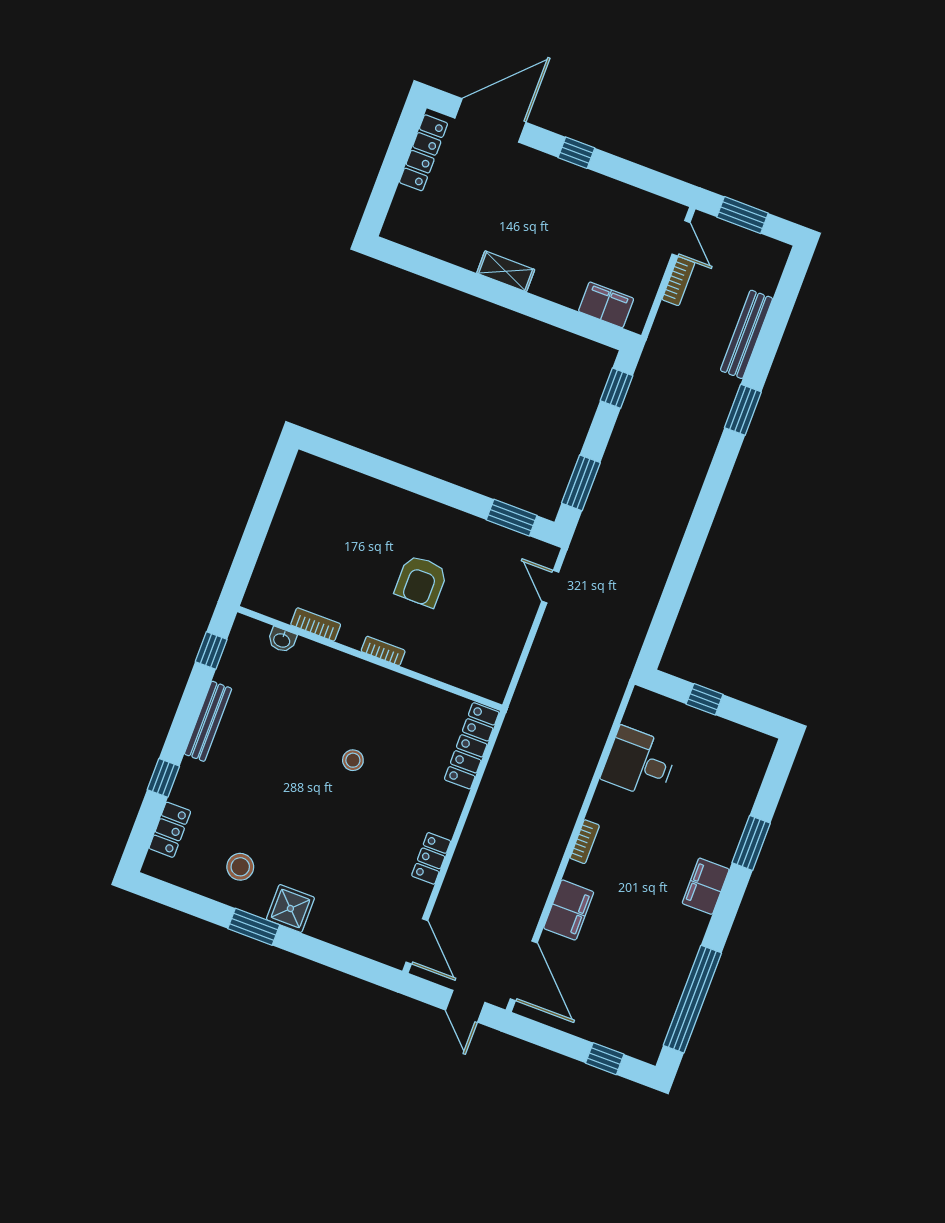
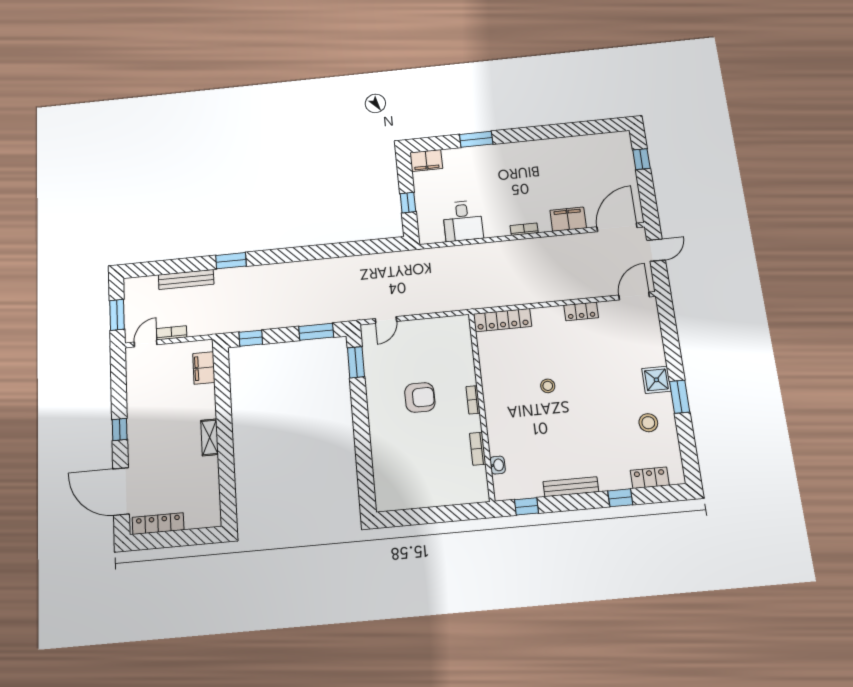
filing cabinet: (706, 886) -> (426, 161), moved
window: (692, 999) -> (581, 129), removed

